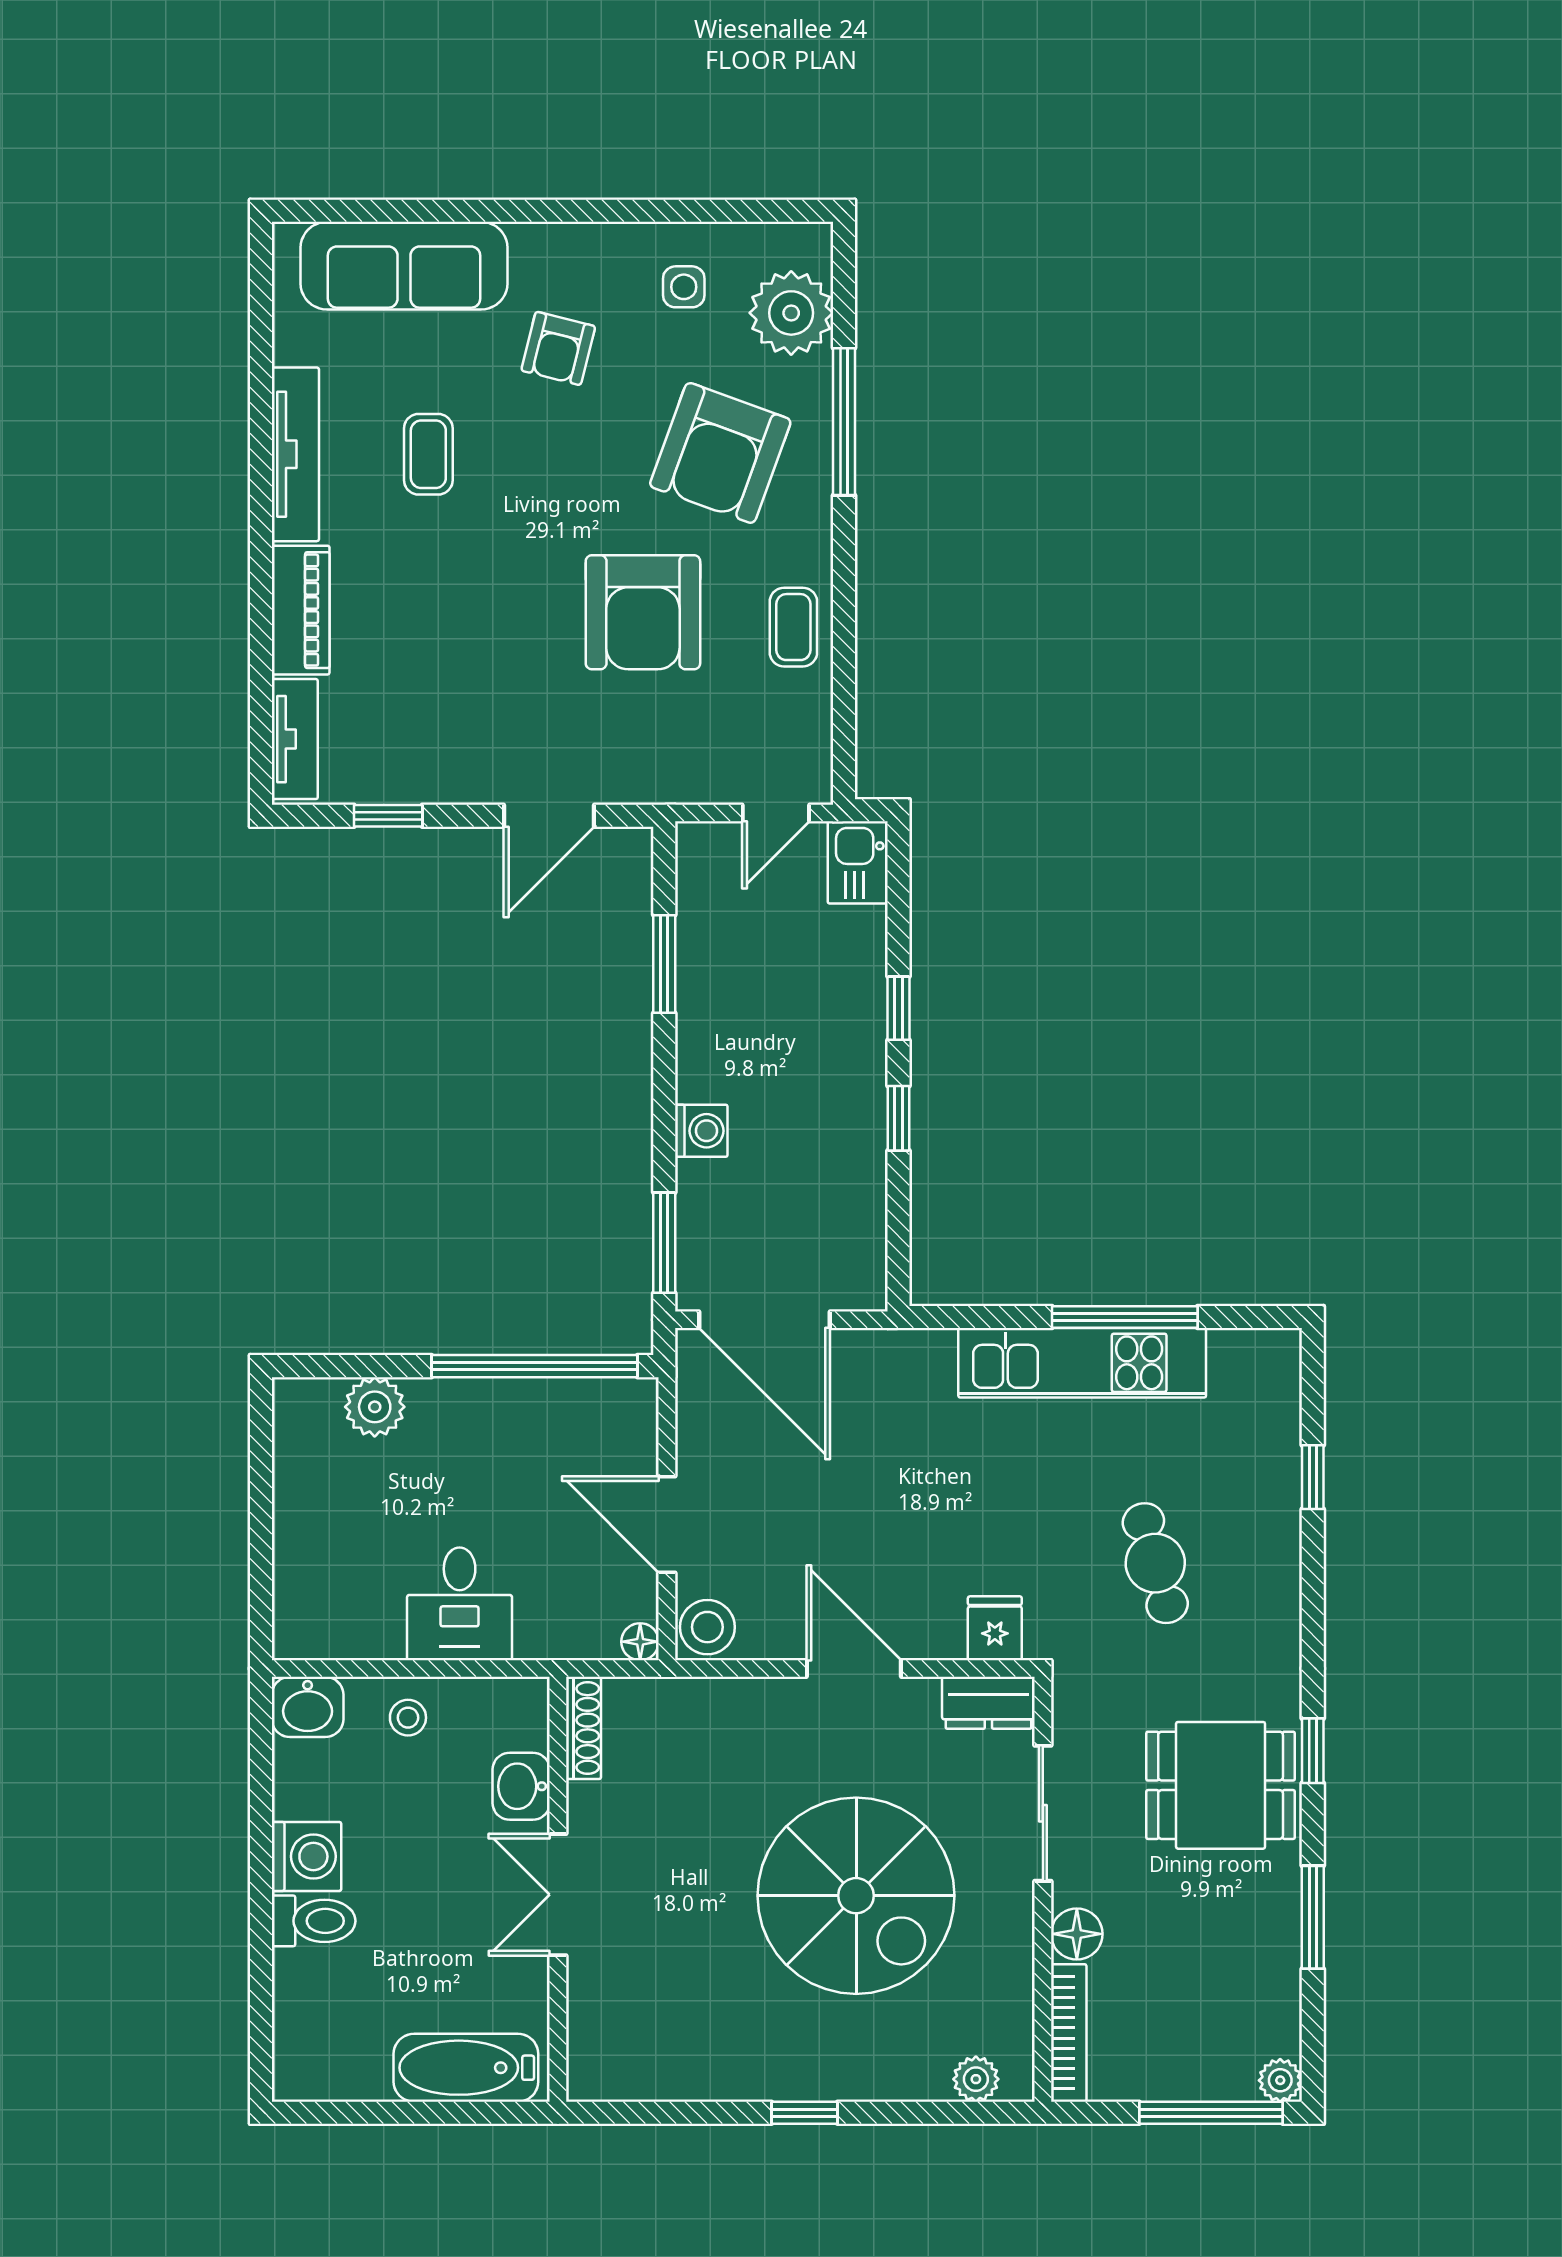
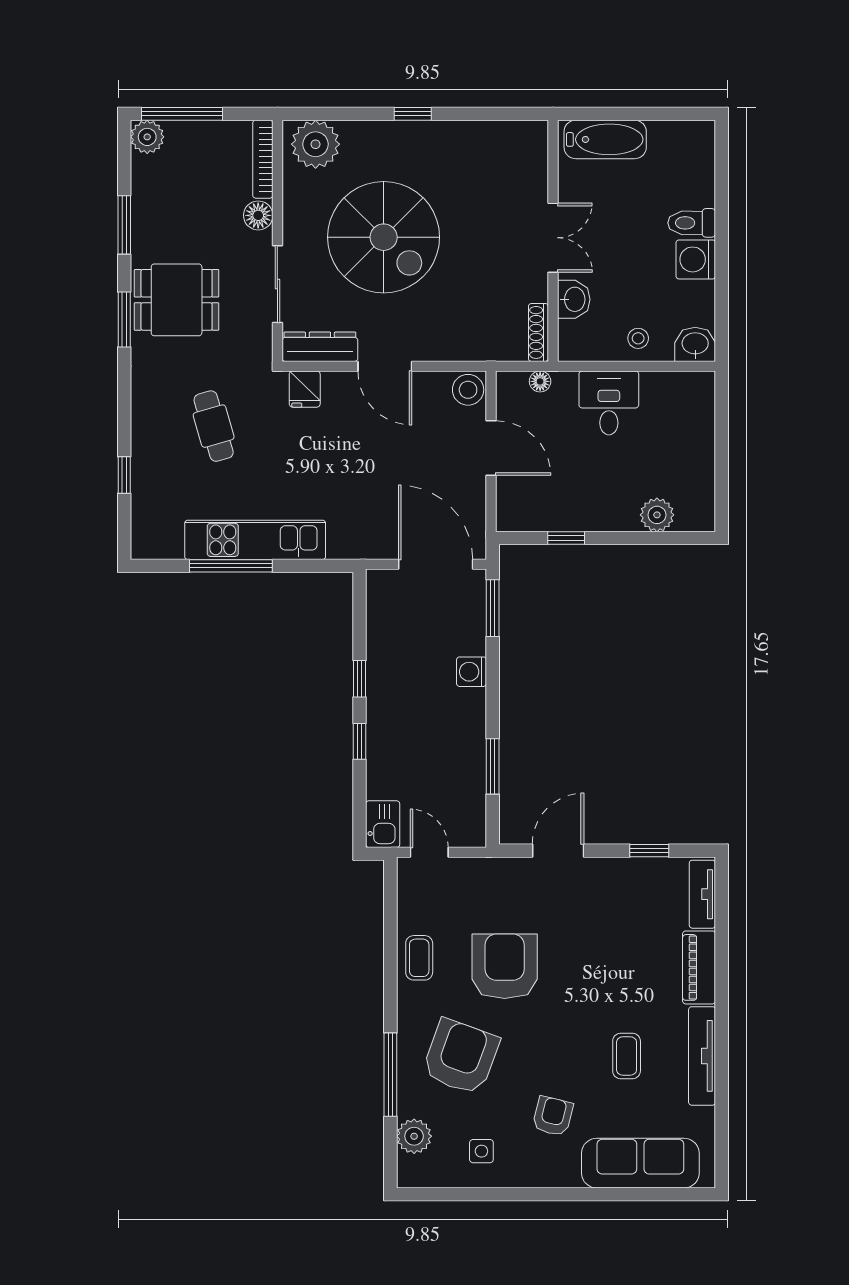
plant: (791, 313) -> (414, 1136), width x0.73, depth x0.73
door: (776, 813) -> (429, 852), hinge flipped
window: (535, 1366) -> (566, 538), width x0.32
floor lamp: (640, 1642) -> (540, 381), moved
dresser: (988, 1703) -> (320, 347), width x1.44
window: (1313, 1751) -> (124, 319), width x1.50
spiral stairs: (856, 1896) -> (384, 237), turned 180
plant: (976, 2079) -> (316, 144), width x1.88, depth x1.88
plant: (1280, 2080) -> (147, 137), width x1.38, depth x1.38

